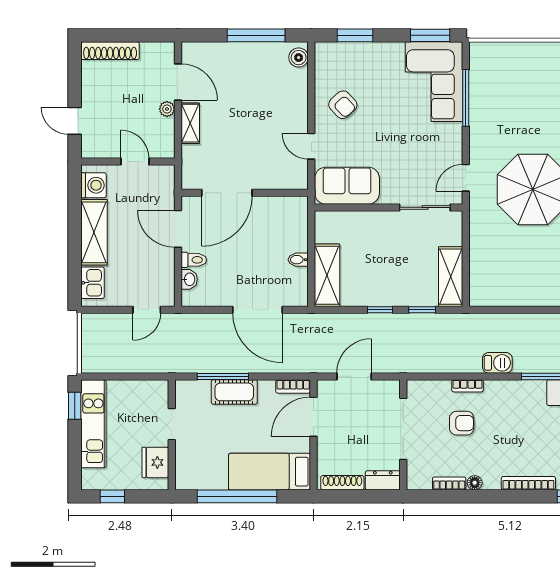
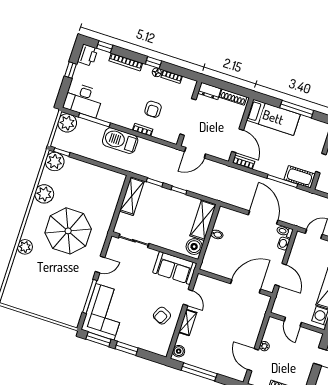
window: (355, 35) -> (127, 348), moved
armchair: (343, 105) -> (162, 316), turned -111
shelving: (190, 123) -> (188, 323), moved
door: (466, 178) -> (100, 265), moved
boiler: (328, 229) -> (194, 247), added
toilet: (194, 260) -> (285, 231), moved
door: (257, 310) -> (263, 217), moved
barbecue: (497, 363) -> (120, 141), width x1.88, depth x1.53
door: (354, 376) -> (195, 153), moved
cot: (234, 392) -> (300, 177), moved
door: (313, 417) -> (238, 141), hinge flipped
armchair: (462, 423) -> (153, 109), turned -90
window: (237, 496) -> (297, 109), width x0.68
window: (485, 496) -> (153, 63), added

